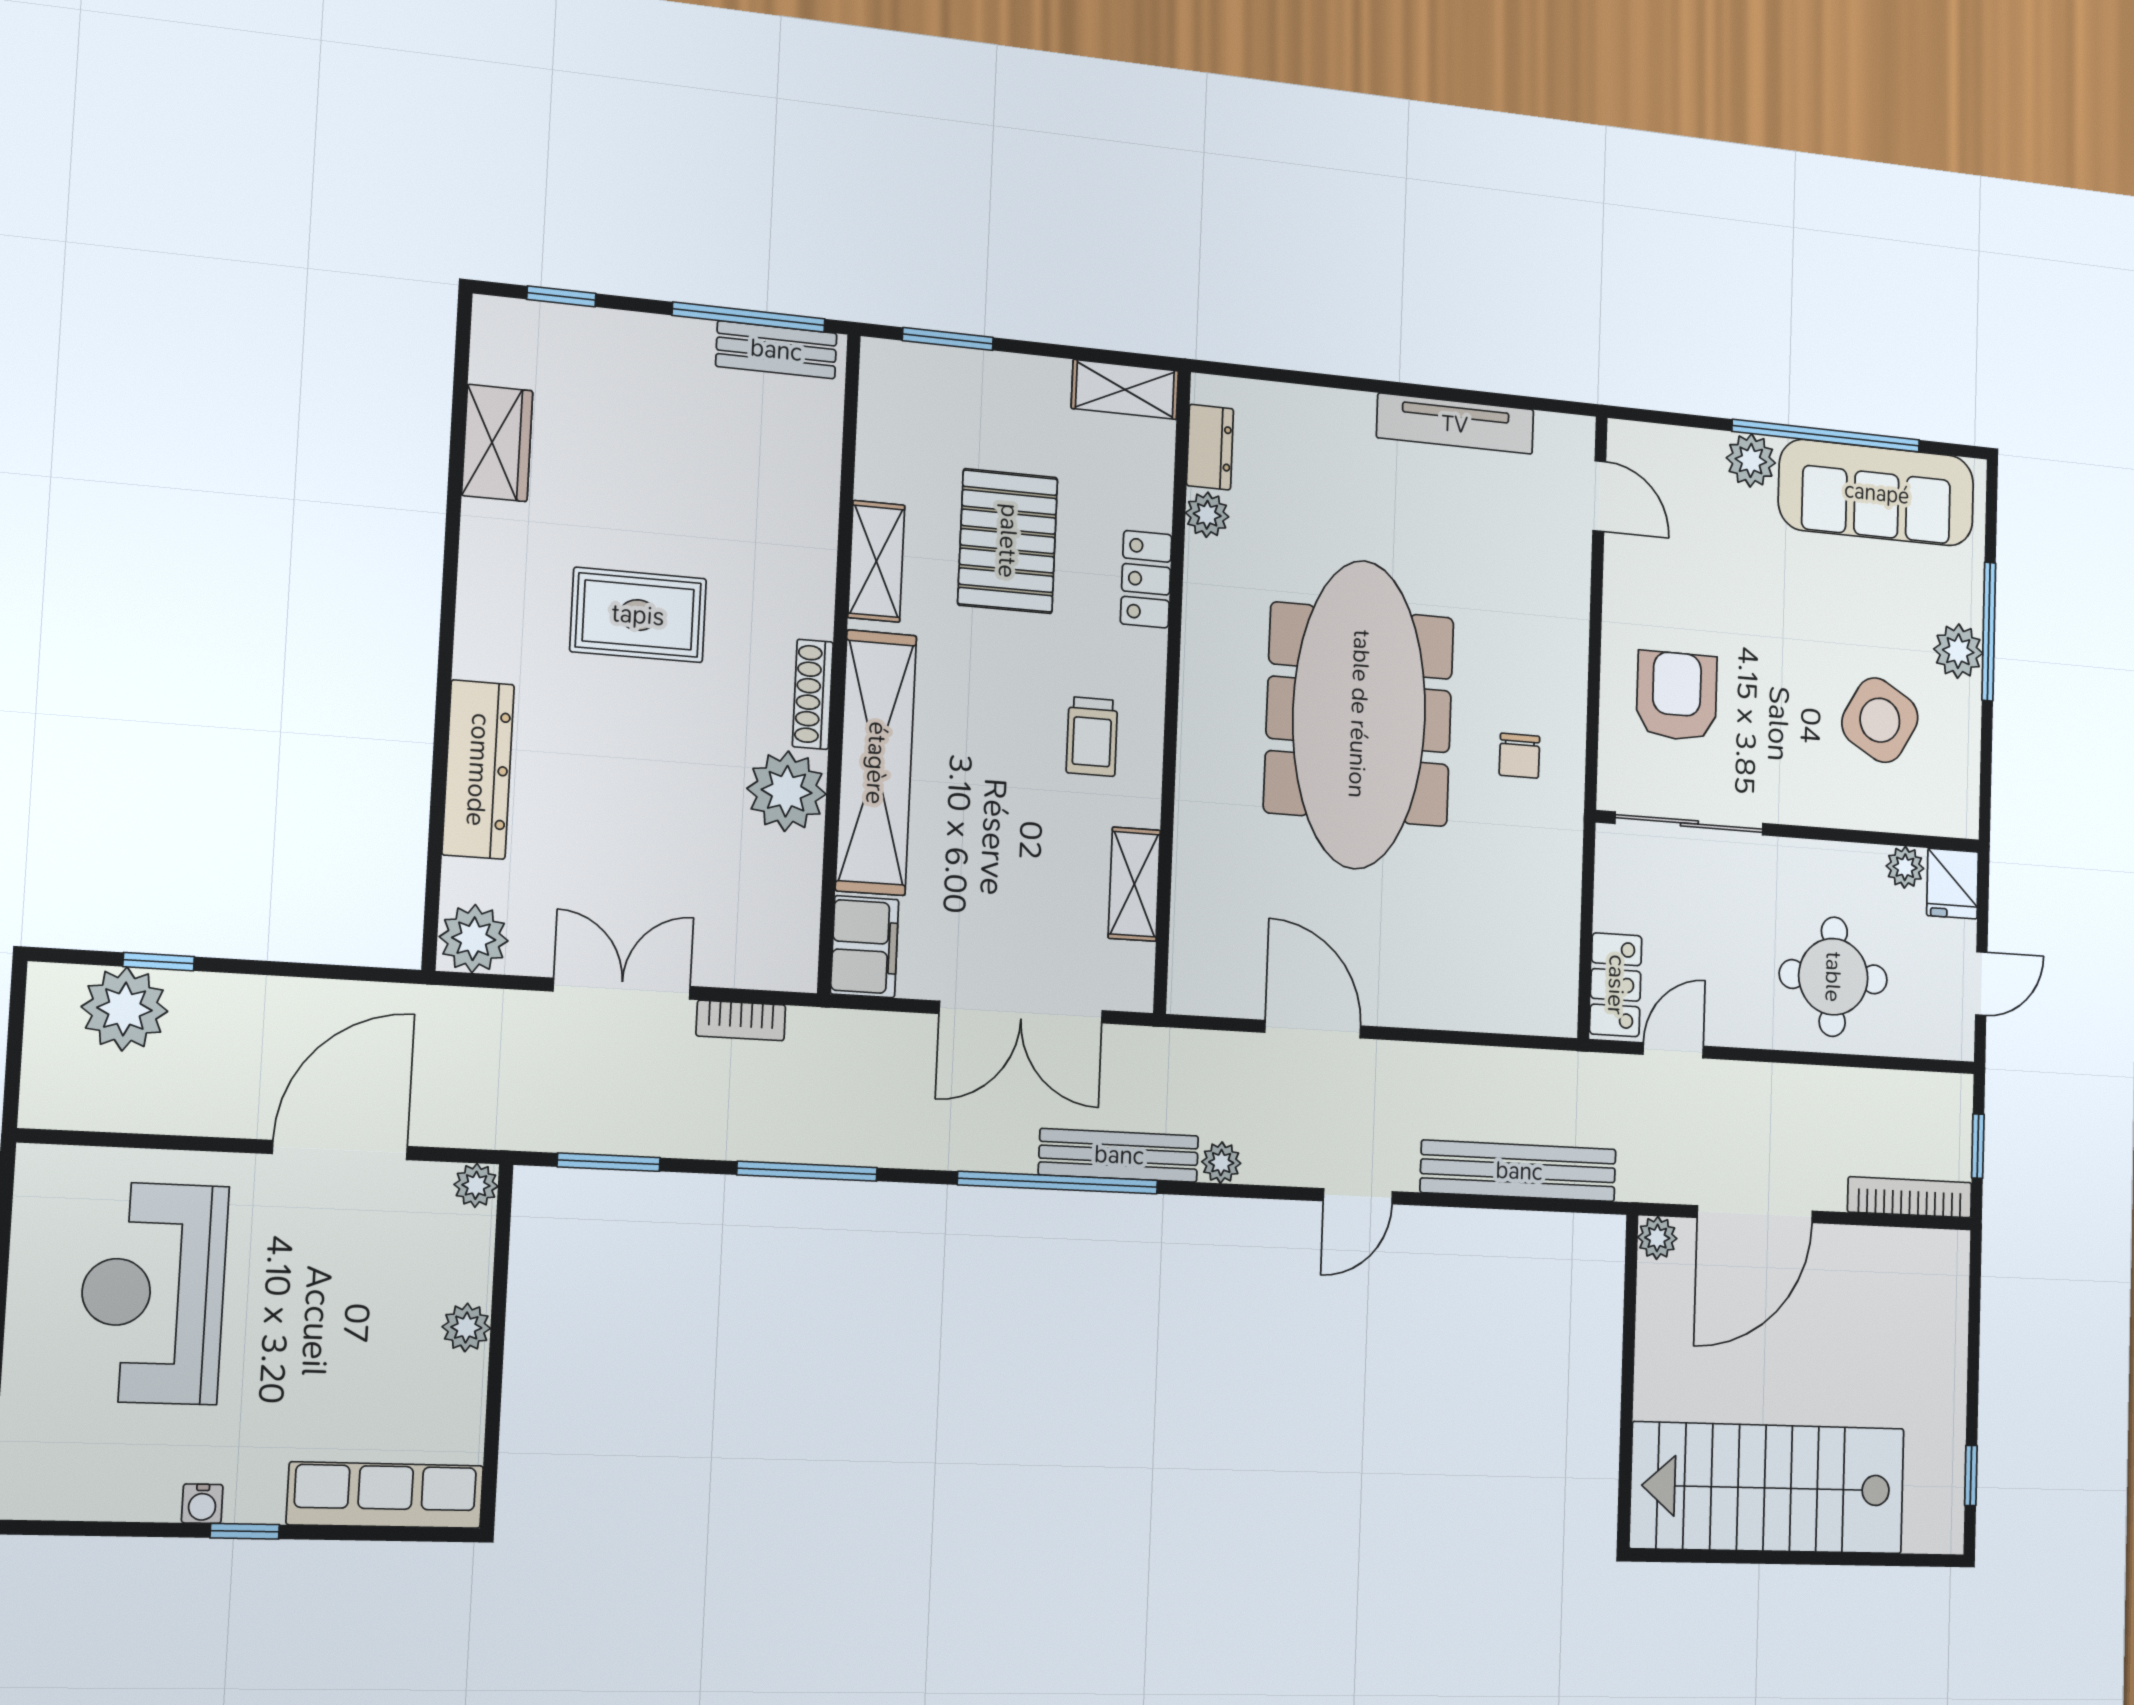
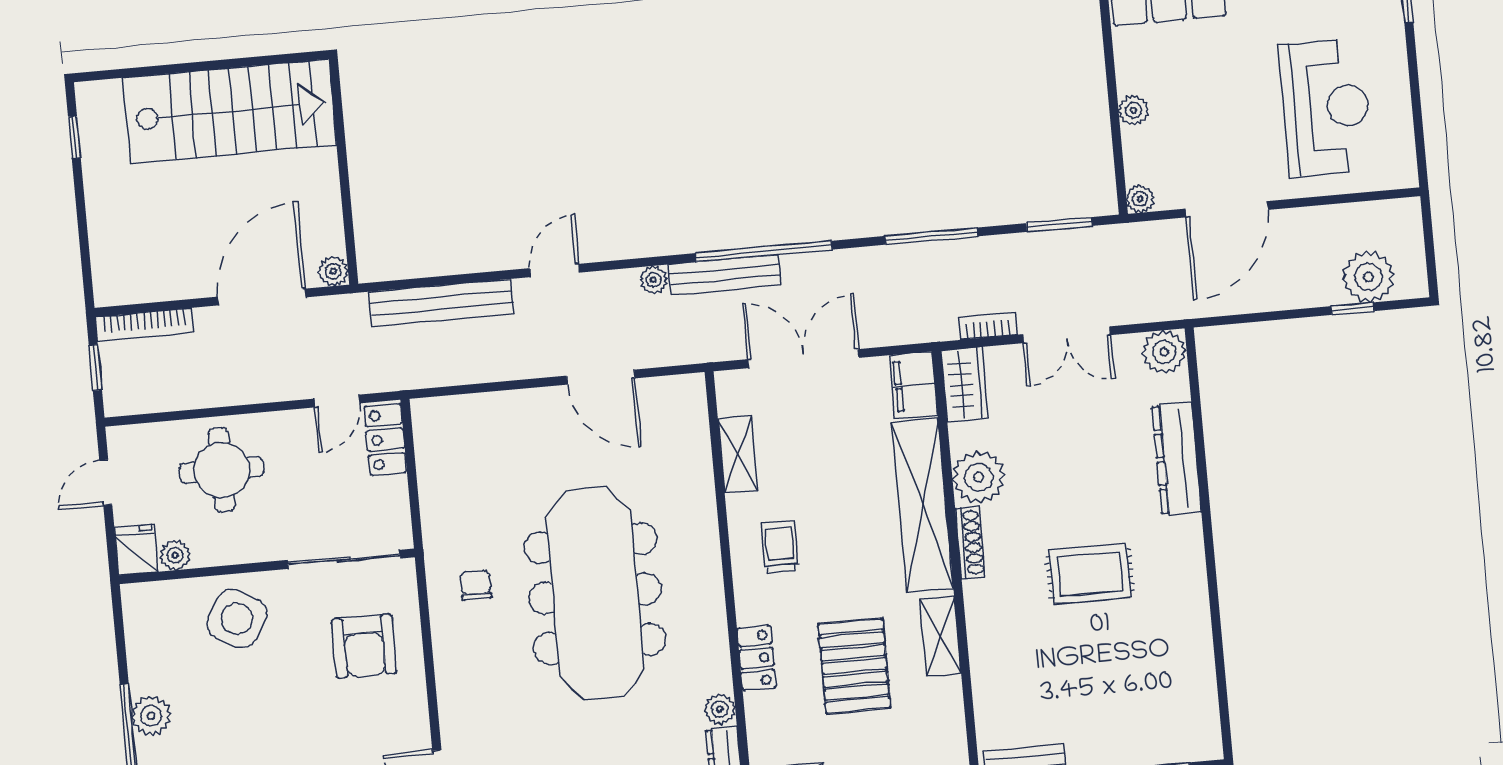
wardrobe: (497, 443) -> (965, 384), moved, turned 180
side table: (1880, 720) -> (237, 619), moved

